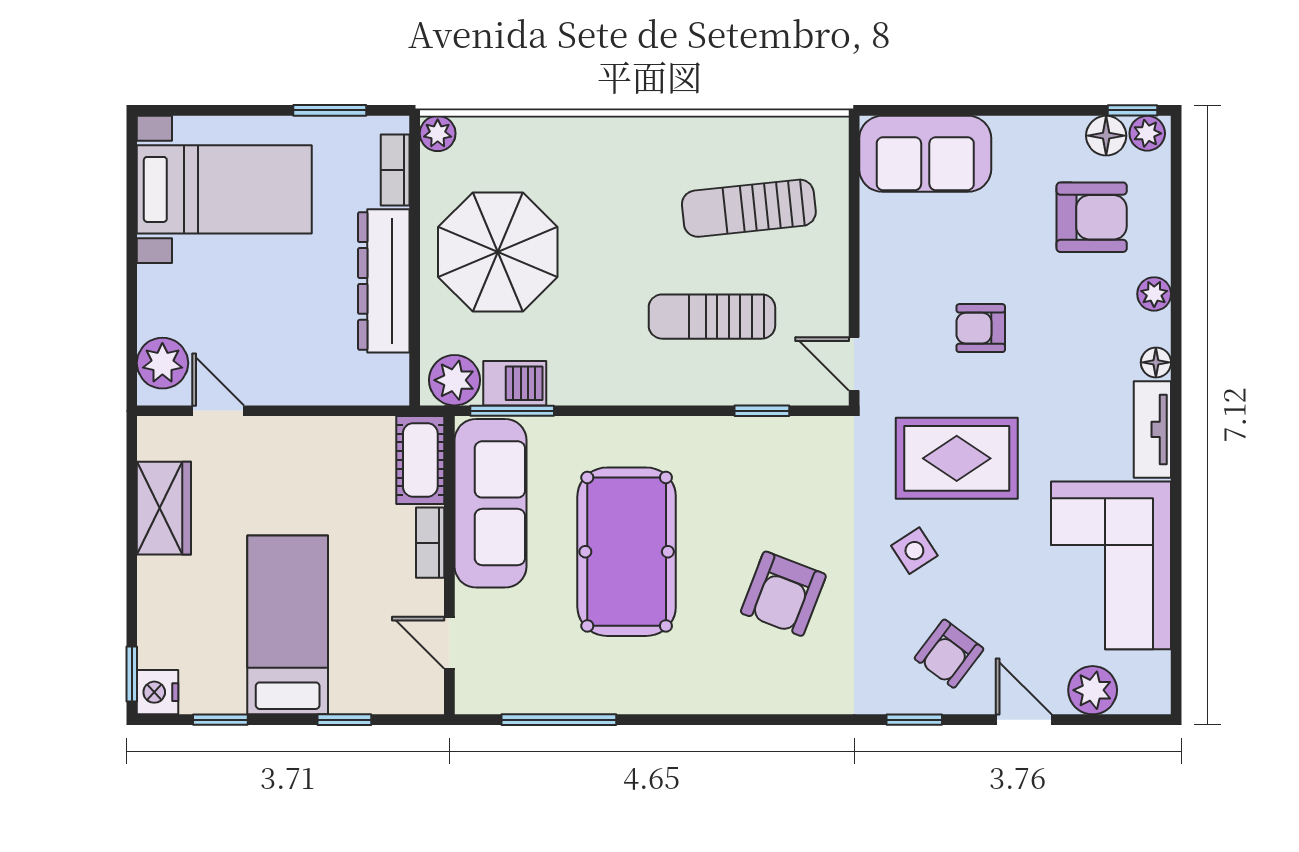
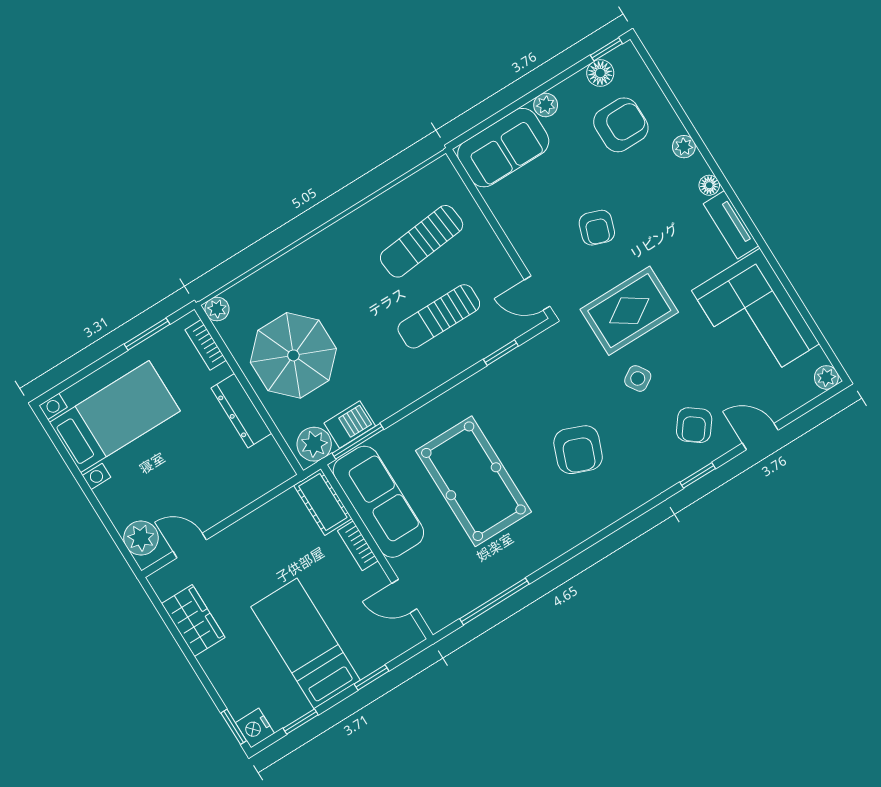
plant: (1147, 133) -> (546, 105), moved
dresser: (384, 281) -> (241, 411), width x0.73, depth x0.80
armchair: (981, 328) -> (597, 228), turned -71
plant: (1093, 690) -> (826, 377), moved, width x0.73, depth x0.73

